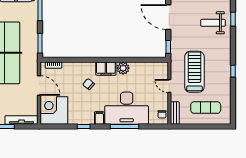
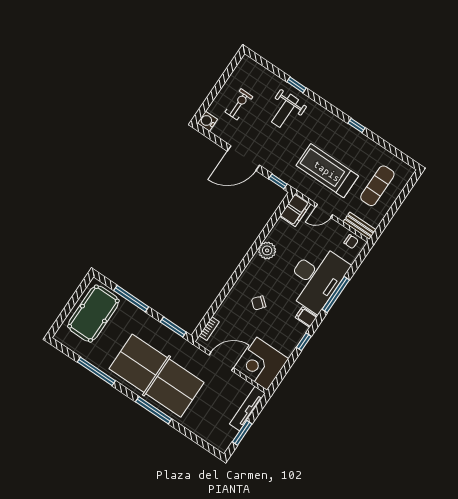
filing cabinet: (106, 69) -> (295, 210), moved

